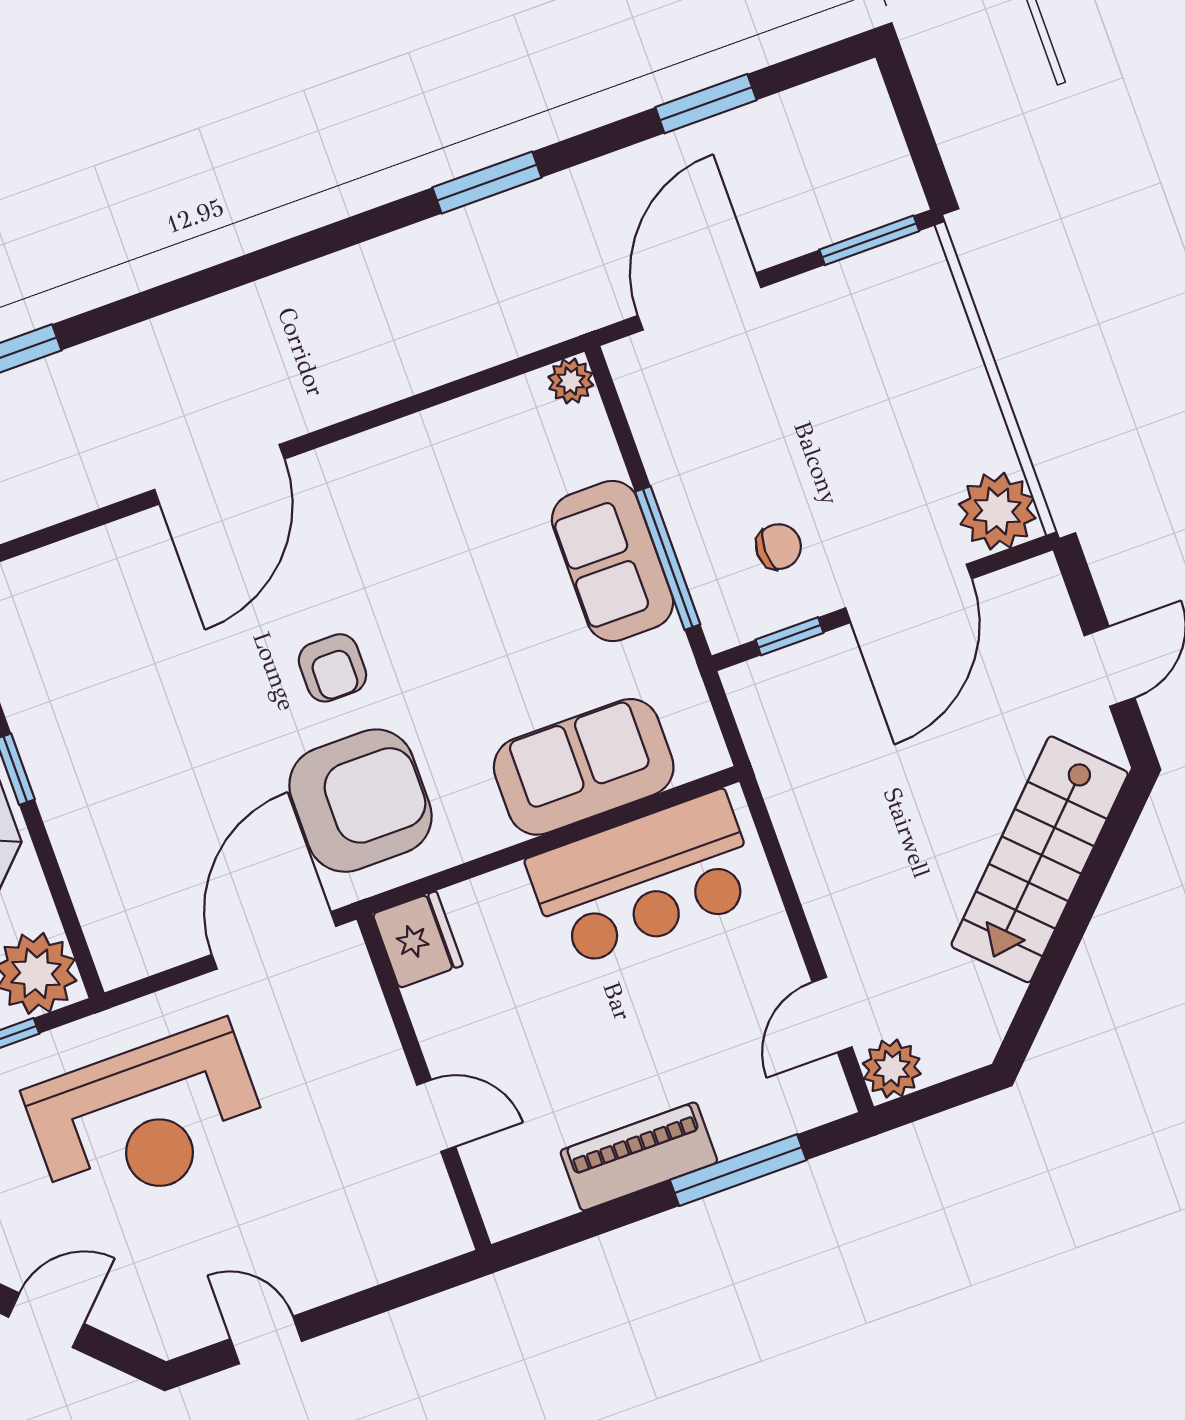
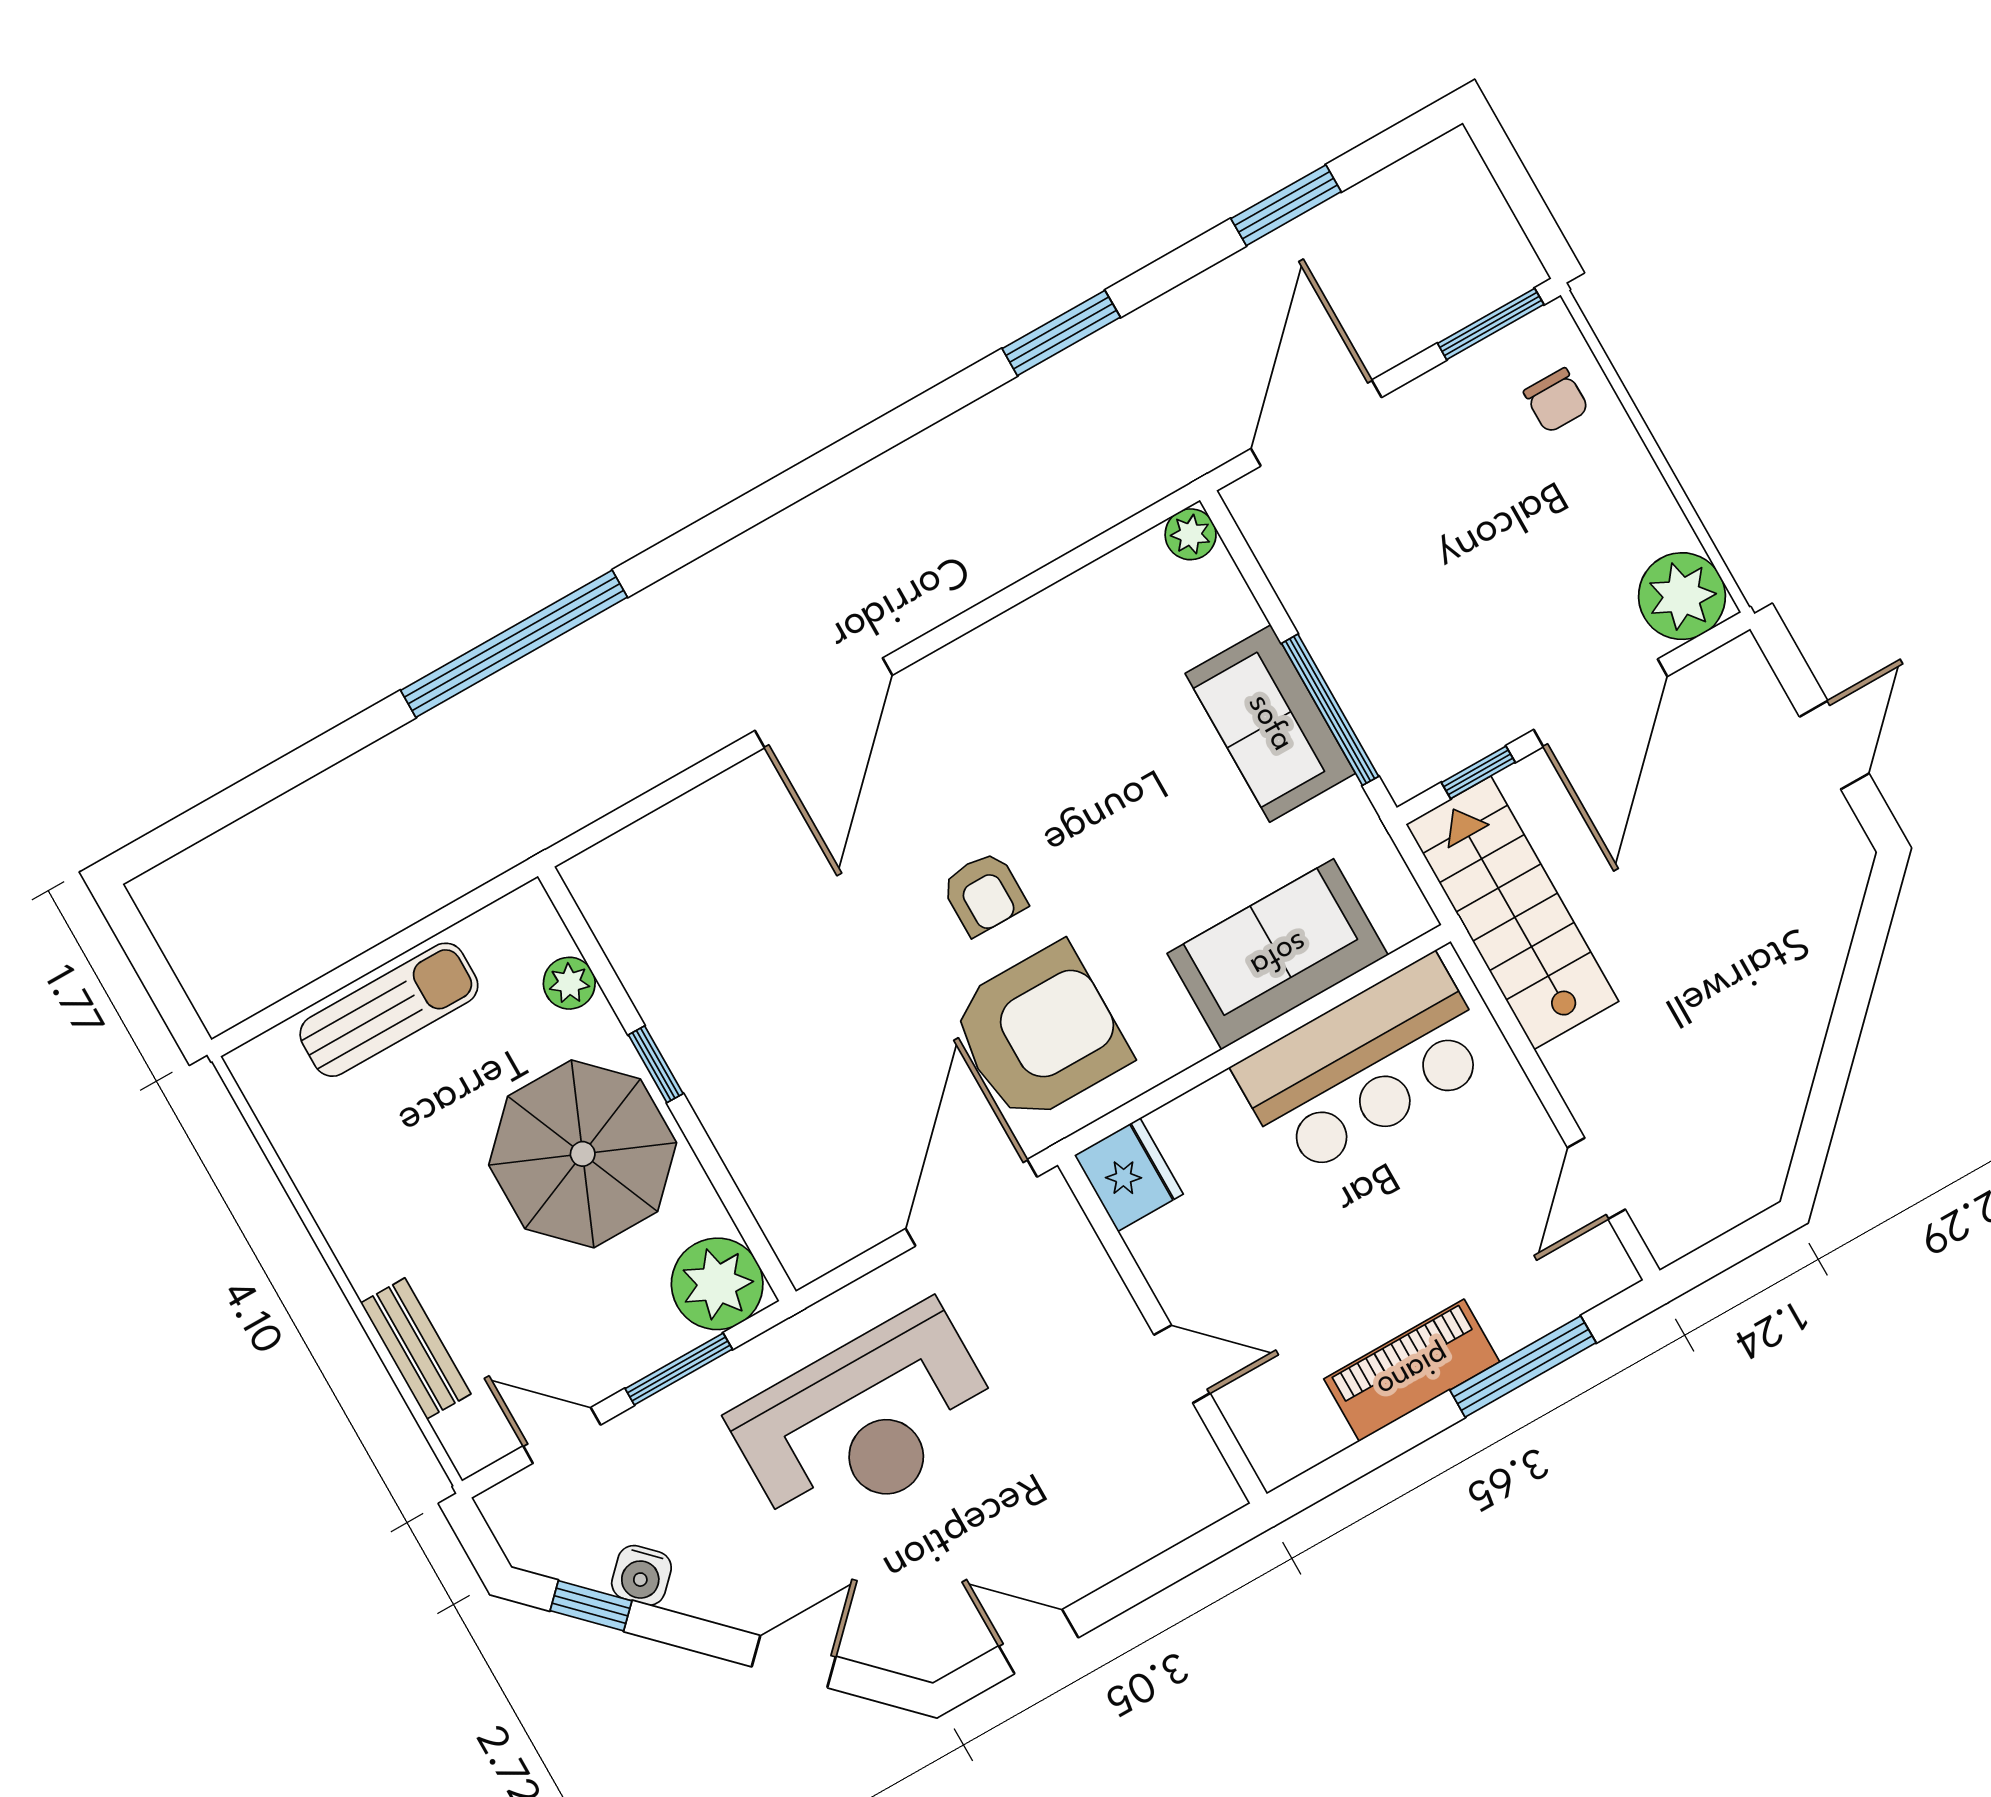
chair: (778, 547) -> (1556, 400), moved, turned 90
stairs: (1040, 859) -> (1512, 913), moved, turned 135
plant: (892, 1069) -> (1672, 1226), removed

